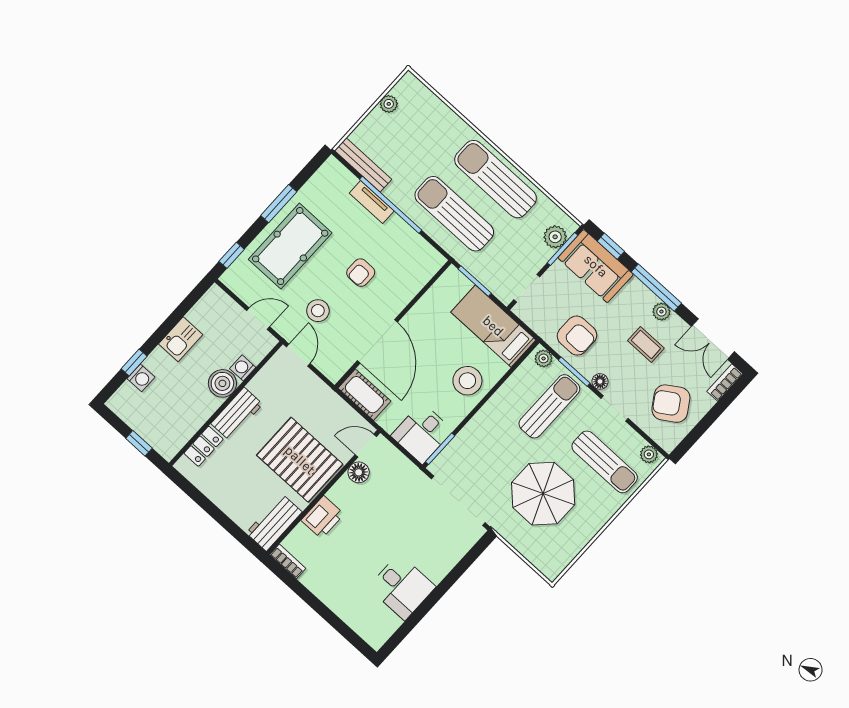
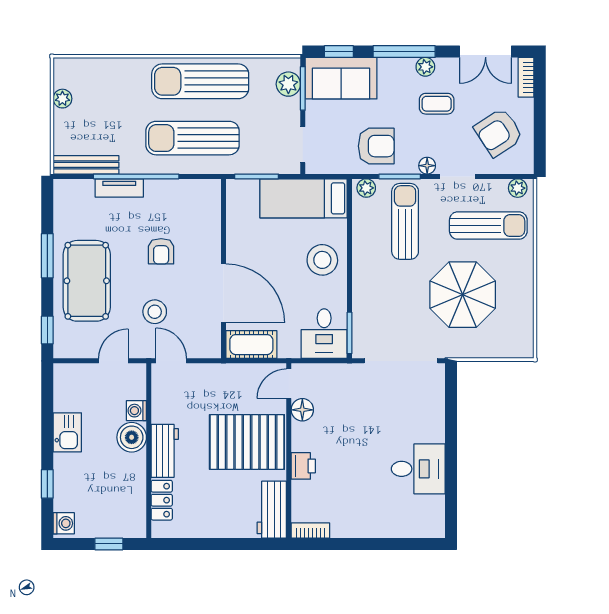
washing machine: (141, 378) -> (64, 523), moved
printer: (323, 517) -> (303, 466), width x0.73, depth x0.81

